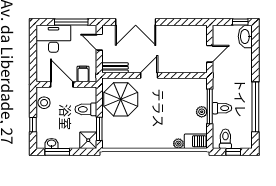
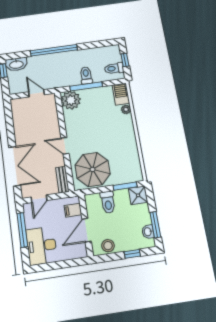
window: (255, 107) -> (54, 50), moved
plant: (202, 112) -> (71, 100), moved, width x1.88, depth x1.88

